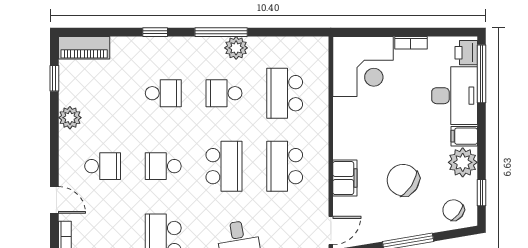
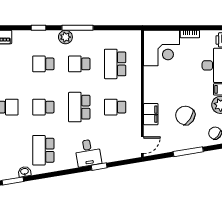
plant: (236, 48) -> (65, 37), moved
school desk: (163, 93) -> (43, 64), turned 180
school desk: (224, 166) -> (79, 107), turned 180
school desk: (285, 166) -> (115, 107), width x0.54

